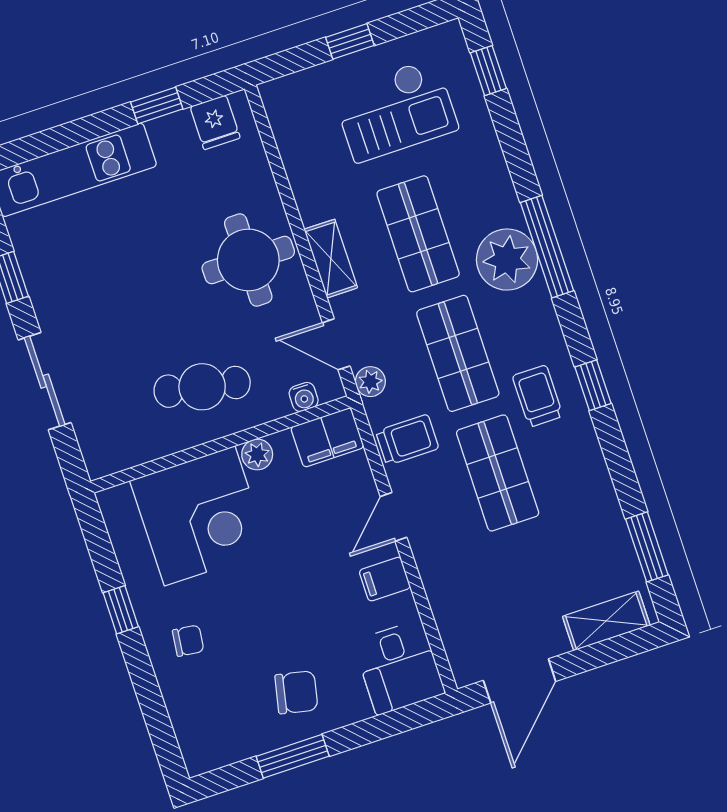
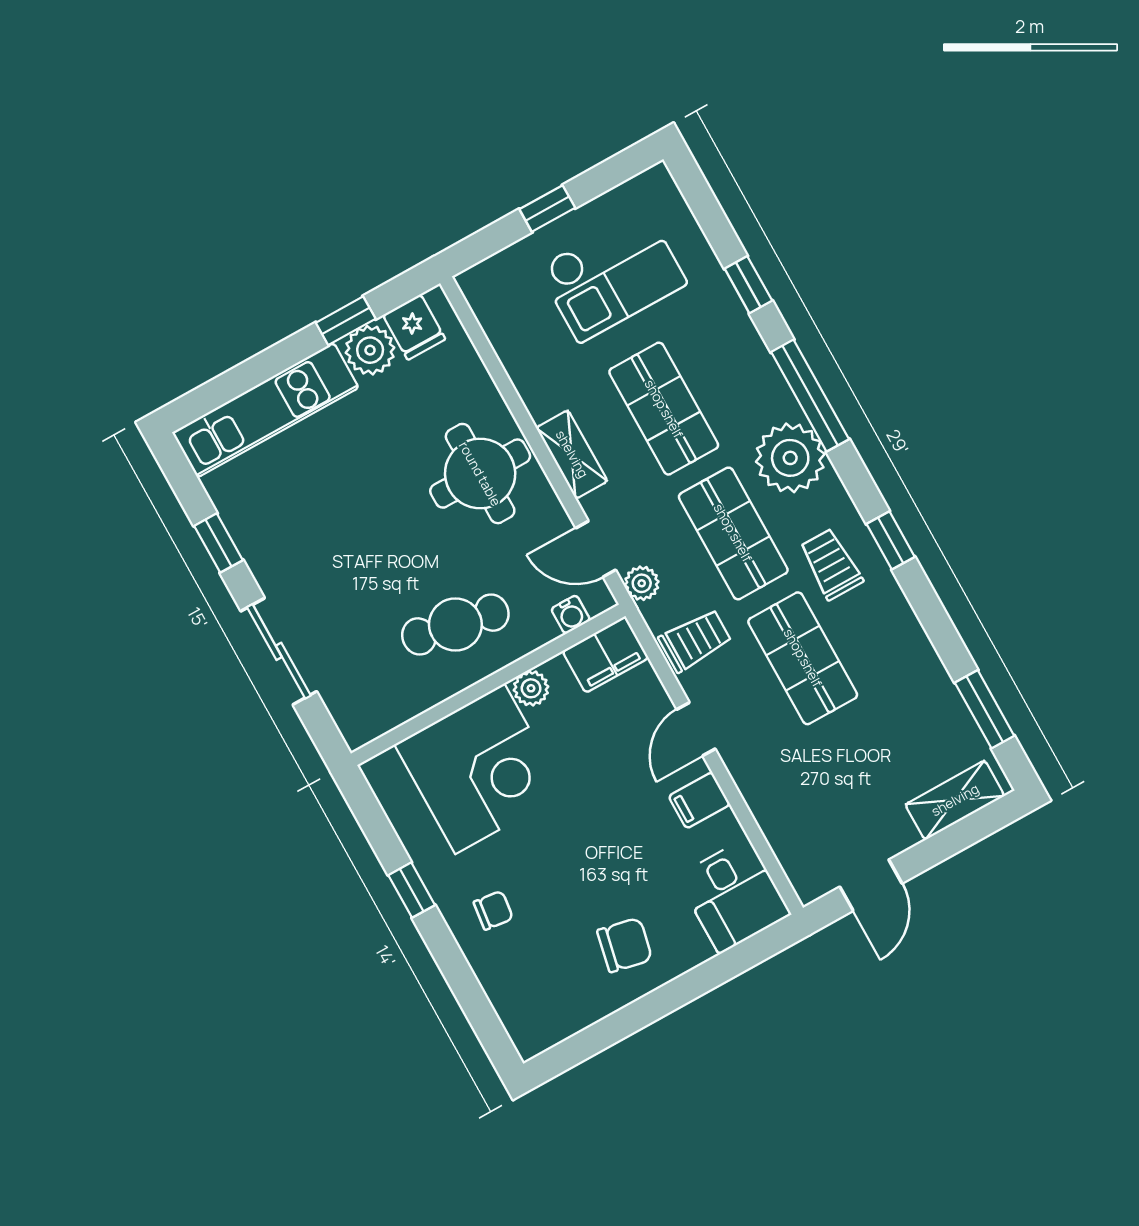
window: (488, 71) -> (748, 285), moved
plant: (173, 135) -> (370, 350), added
plant: (507, 260) -> (790, 458), moved
door: (520, 681) -> (871, 885), width x0.73
window: (293, 756) -> (634, 1017), removed

